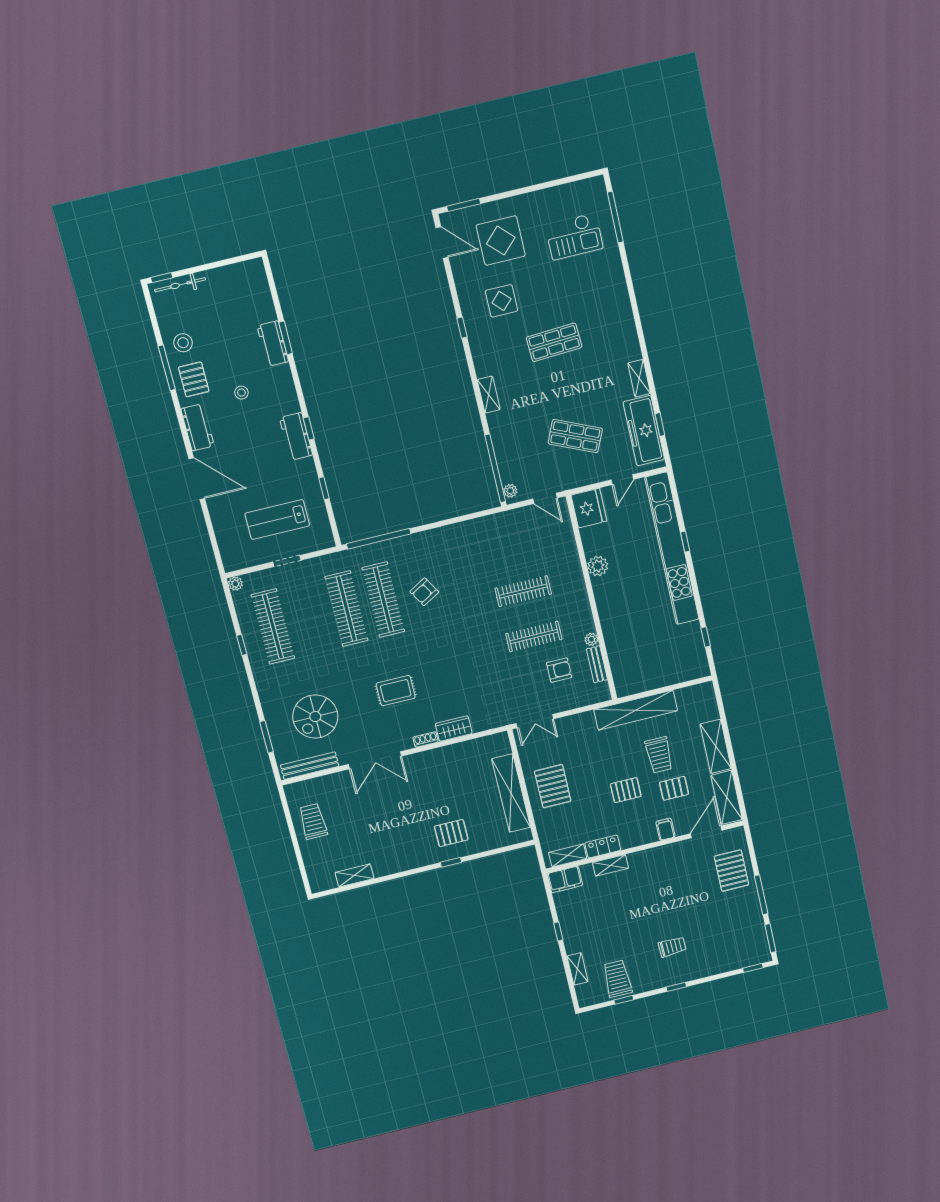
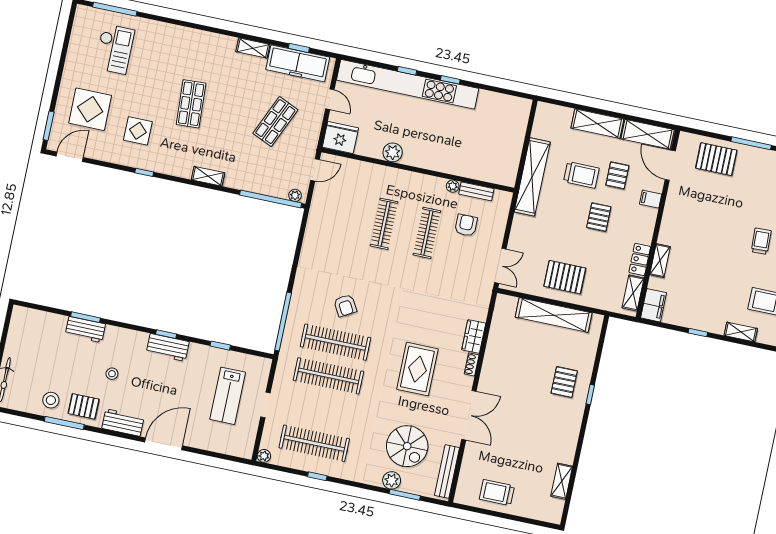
window: (706, 637) -> (450, 80), moved
rug: (396, 691) -> (417, 369), width x1.36, depth x1.43
plant: (274, 718) -> (392, 480), added

